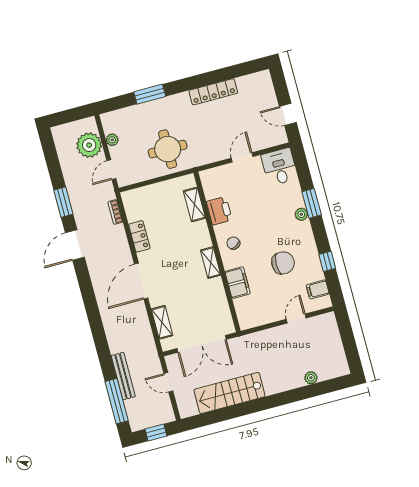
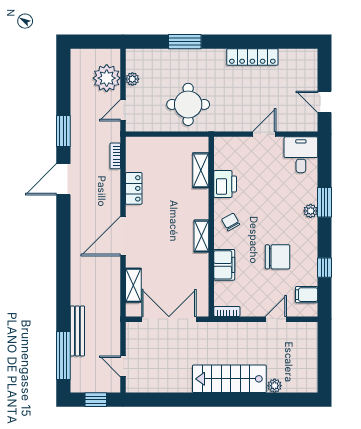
bookcase: (251, 323) -> (227, 311), added
double door: (202, 344) -> (169, 319), swing flipped
door: (168, 382) -> (123, 366), moved
stairs: (230, 393) -> (229, 379), moved

